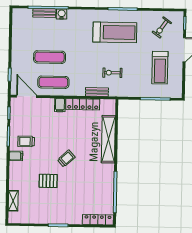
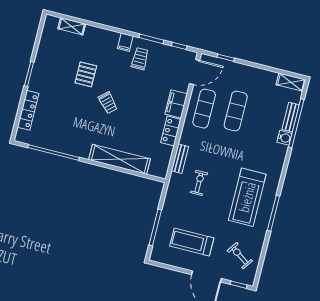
shelving: (17, 19) -> (291, 82), added
locker: (83, 104) -> (171, 131), width x0.66
filing cabinet: (60, 105) -> (176, 104), width x2.00
locker: (98, 220) -> (28, 110), moved

